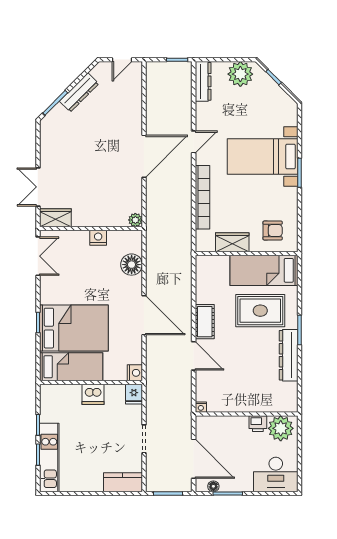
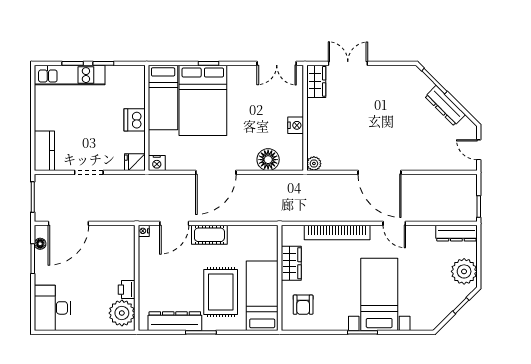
nightstand: (201, 407) -> (144, 231), moved
wall: (247, 414) -> (137, 278), moved
printer: (258, 424) -> (127, 290), moved
plant: (281, 428) -> (122, 313), moved

